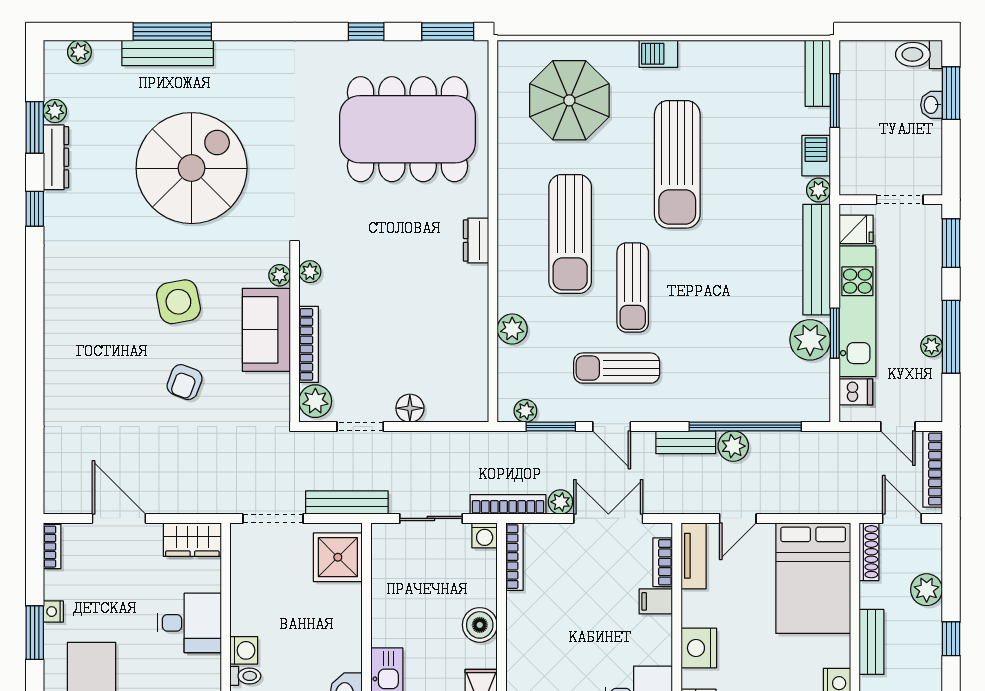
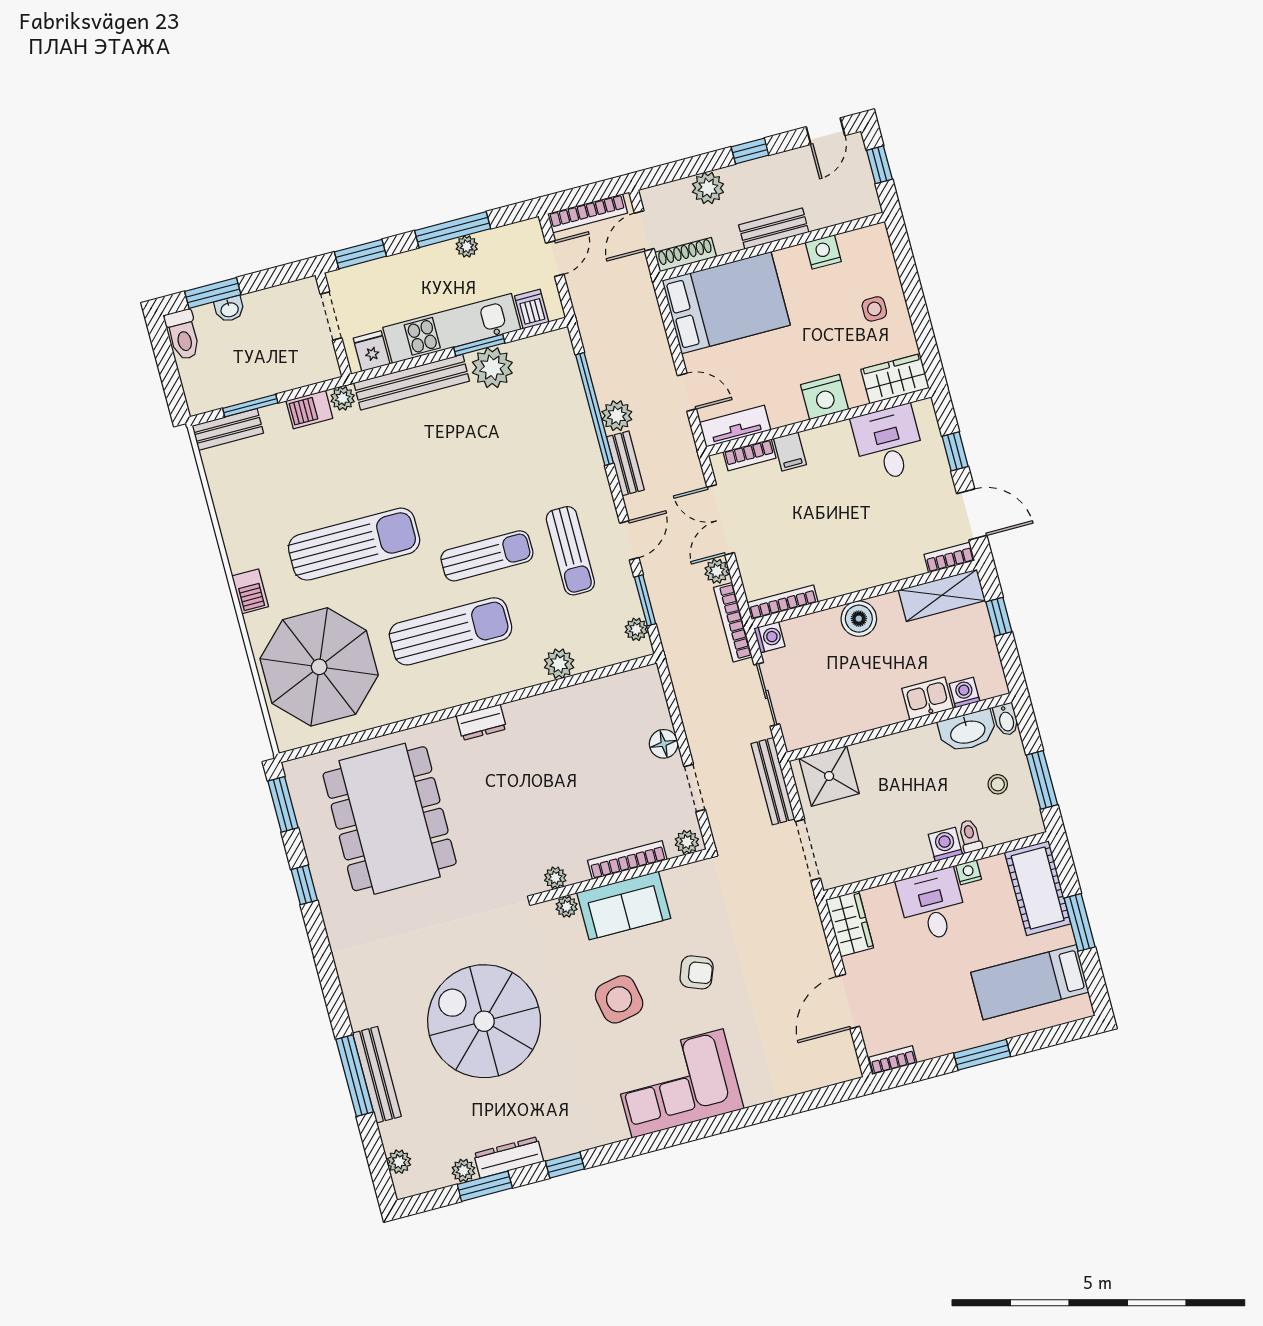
parasol: (569, 100) -> (319, 667), width x1.36, depth x1.36
corner sofa: (84, 336) -> (678, 1083), added
plant: (315, 401) -> (687, 842), width x0.73, depth x0.73
nightstand: (53, 612) -> (969, 872), moved, turned 180

